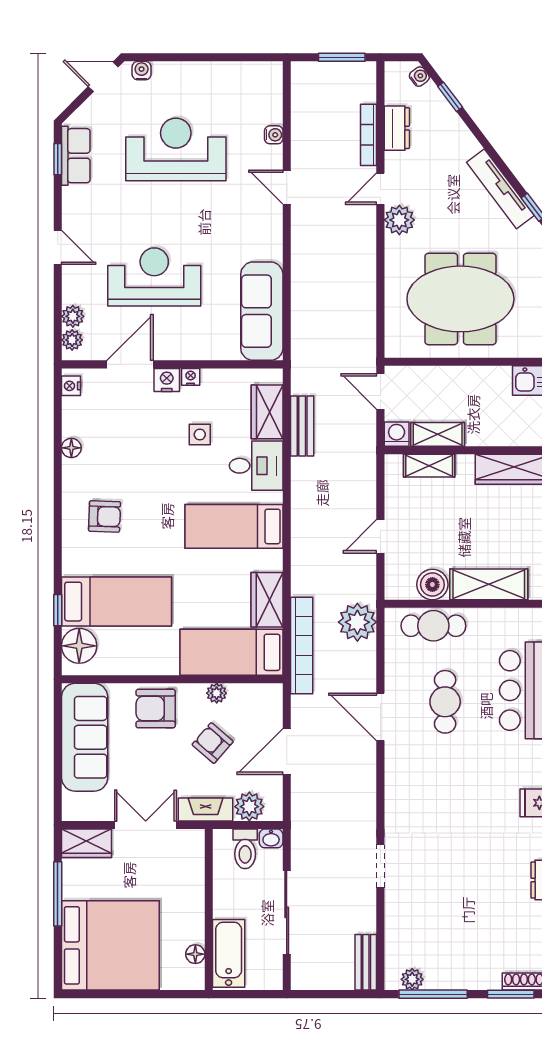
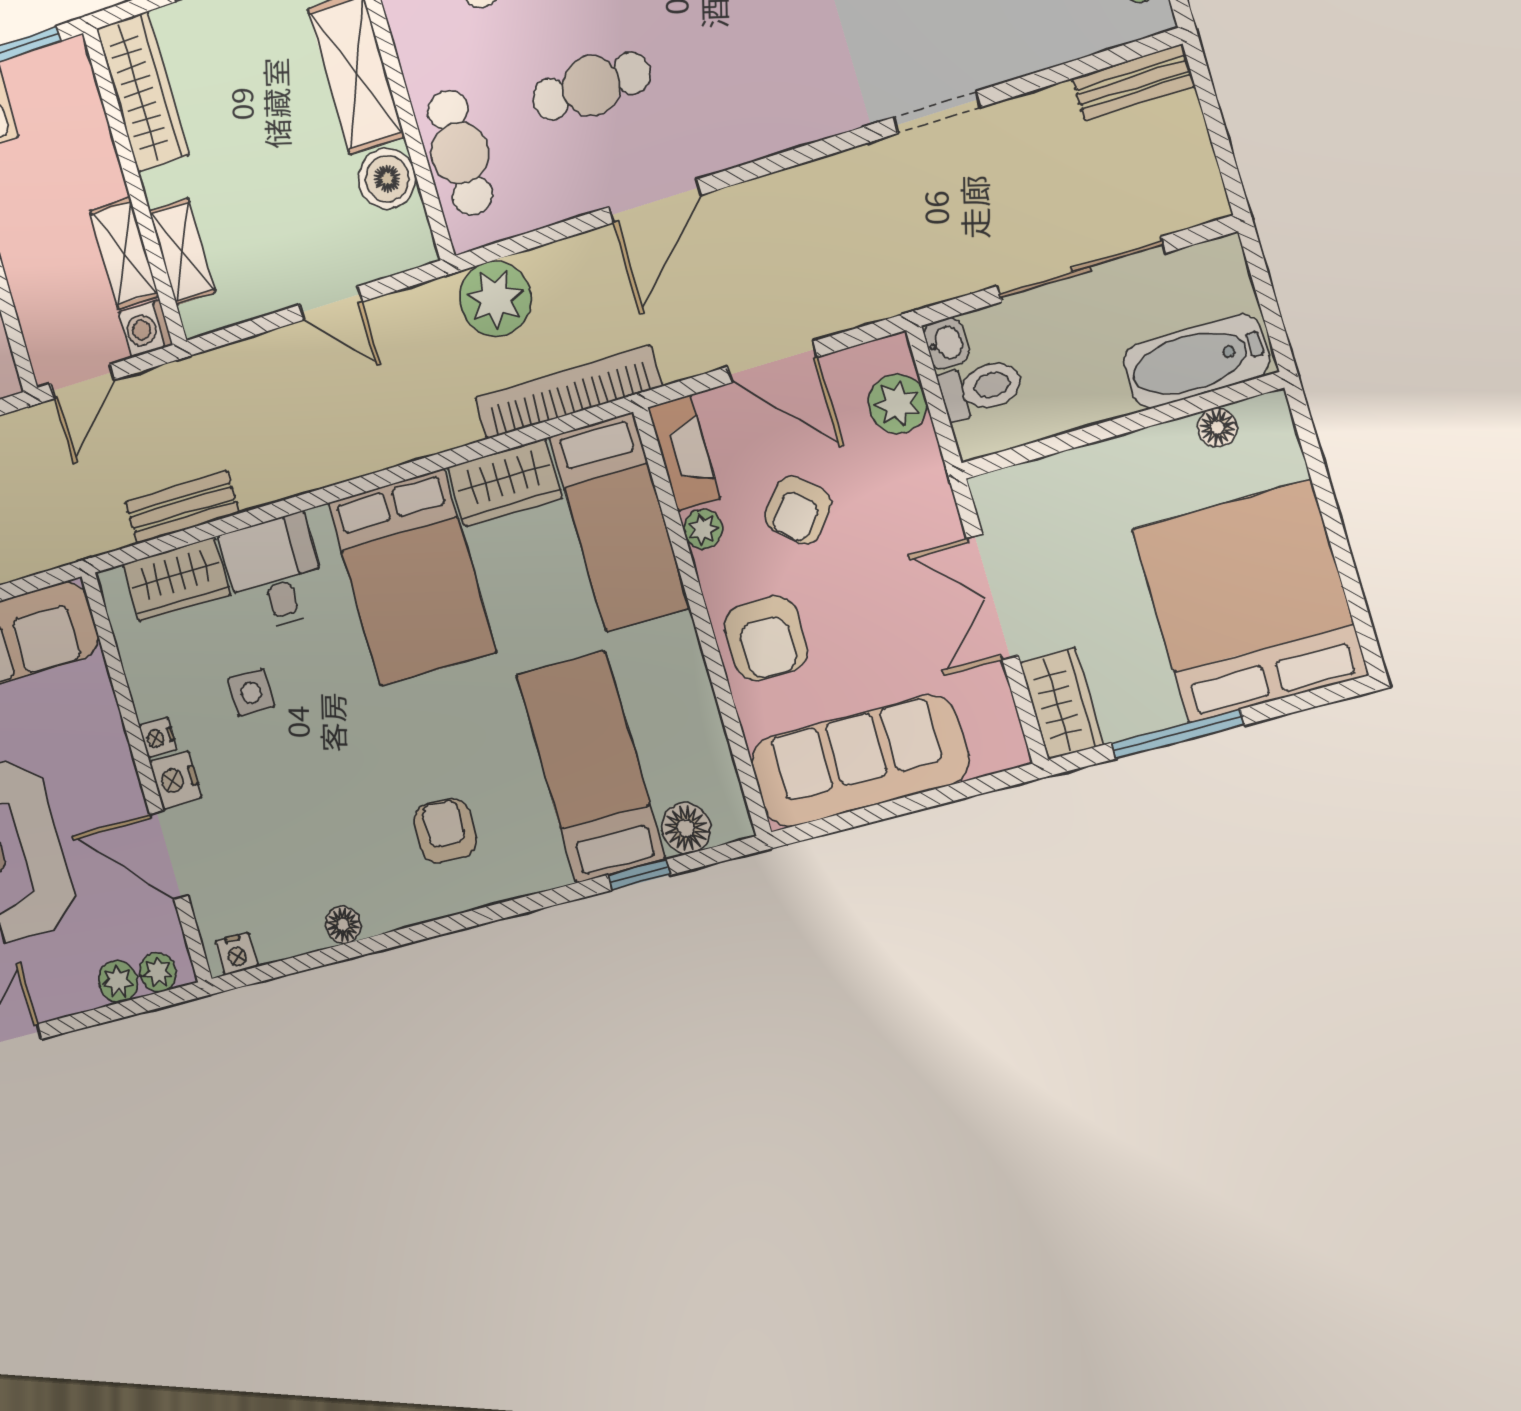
bed: (234, 526) -> (412, 577), width x1.50
floor lamp: (79, 646) -> (686, 828), width x0.73, depth x0.73
fireplace: (206, 810) -> (684, 453), moved, turned 180

